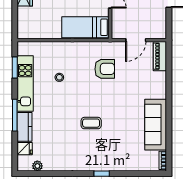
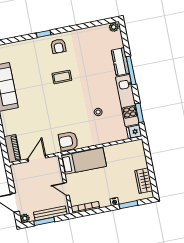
armchair: (105, 69) -> (68, 141), moved
fridge: (25, 149) -> (134, 132), moved
armchair: (88, 157) -> (58, 46), added
plant: (37, 166) -> (114, 27), moved

